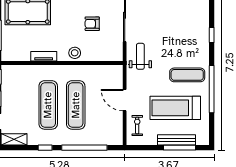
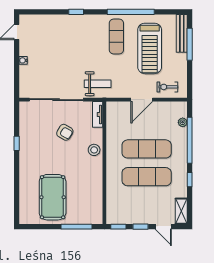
armchair: (92, 24) -> (65, 132), turned -60
tv unit: (44, 56) -> (98, 114), moved
weight bench: (140, 56) -> (98, 84), turned 180
bench: (176, 140) -> (182, 33), moved
plant: (102, 141) -> (183, 122), added

